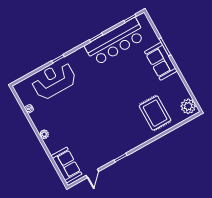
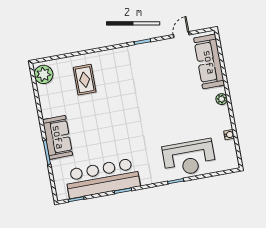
rug: (155, 113) -> (85, 80), width x0.73, depth x0.70
sofa: (66, 165) -> (209, 62), width x1.36

